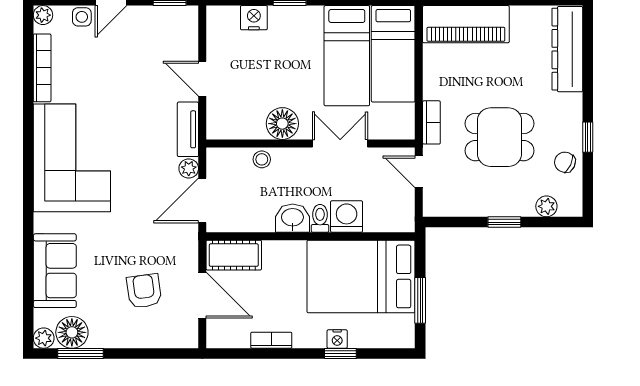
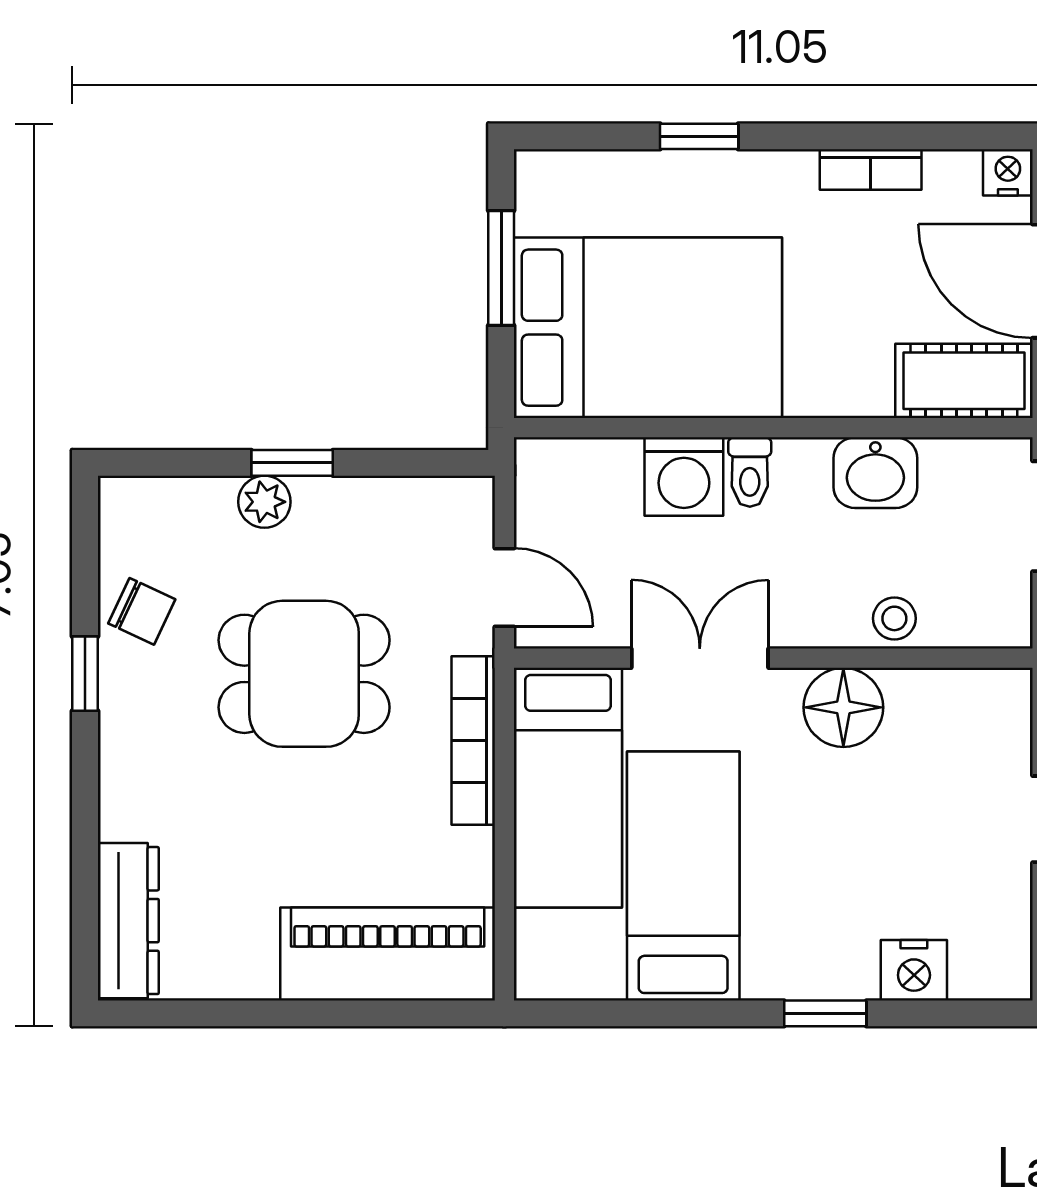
dresser: (567, 49) -> (128, 921), width x0.73, depth x0.80
bed: (393, 54) -> (568, 788), moved, turned 180
bookcase: (431, 122) -> (473, 741), width x1.56
double door: (340, 143) -> (700, 658), swing flipped
plant: (546, 206) -> (264, 502), moved
washbasin: (292, 218) -> (875, 473), moved
nightstand: (337, 339) -> (1008, 172), moved

